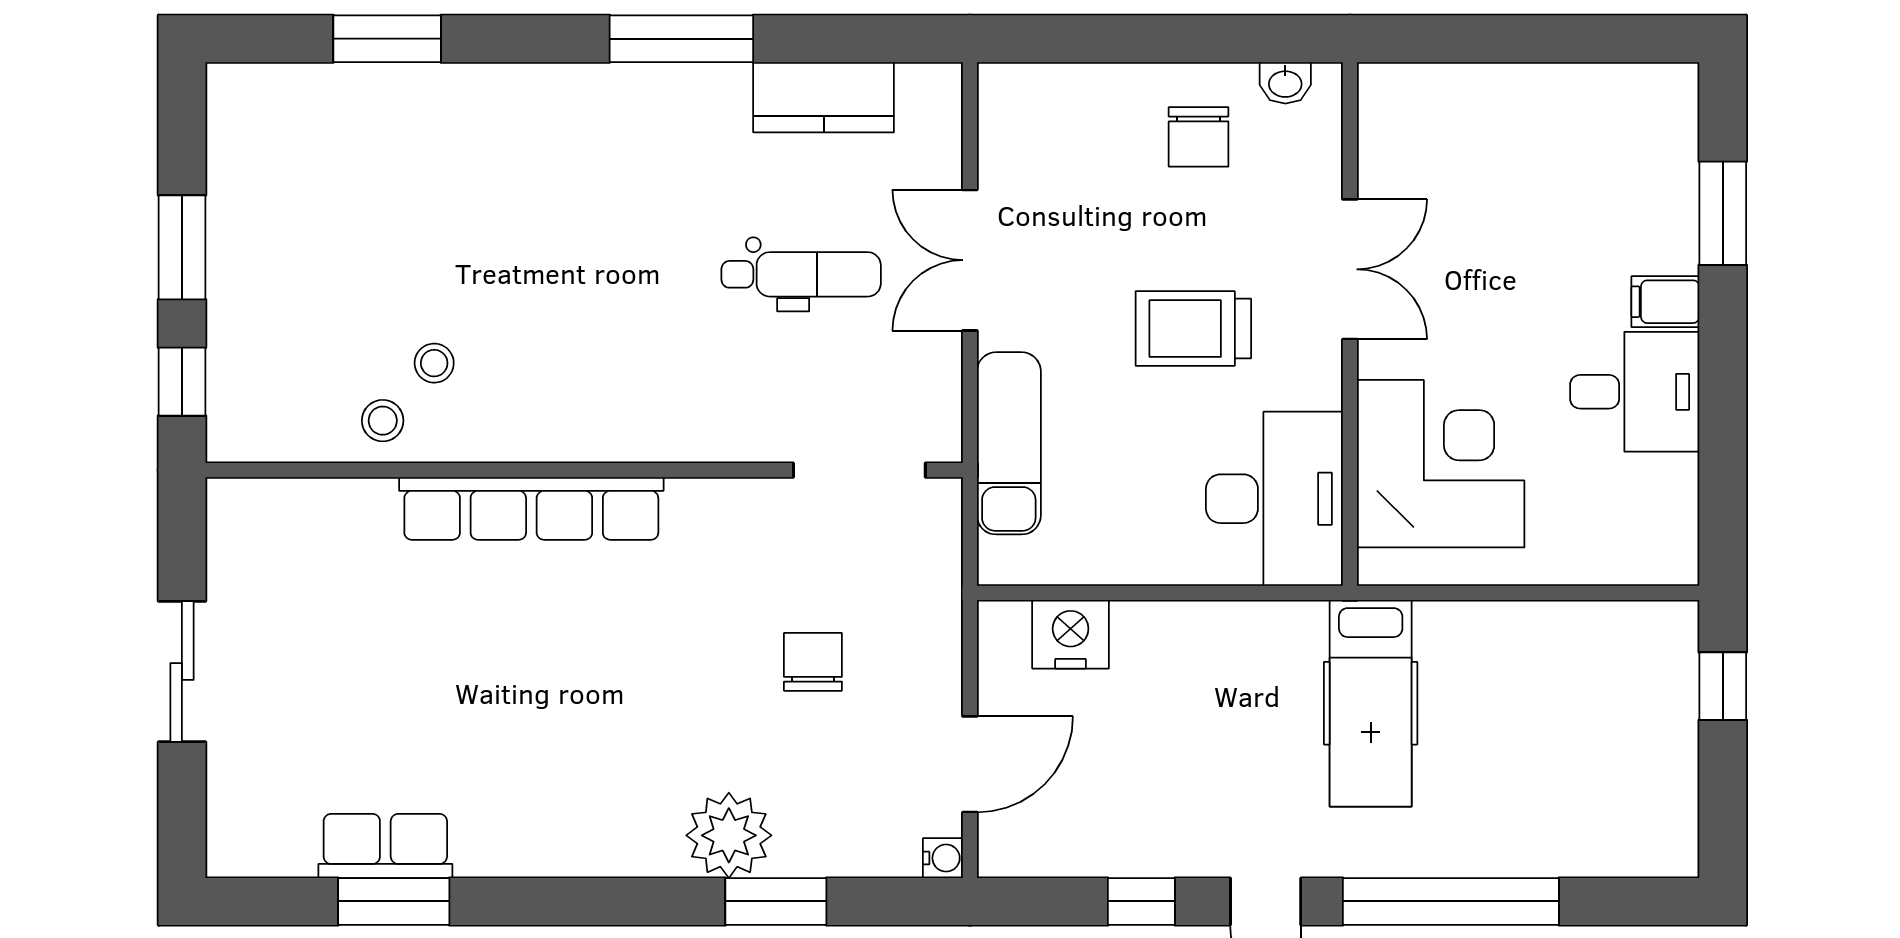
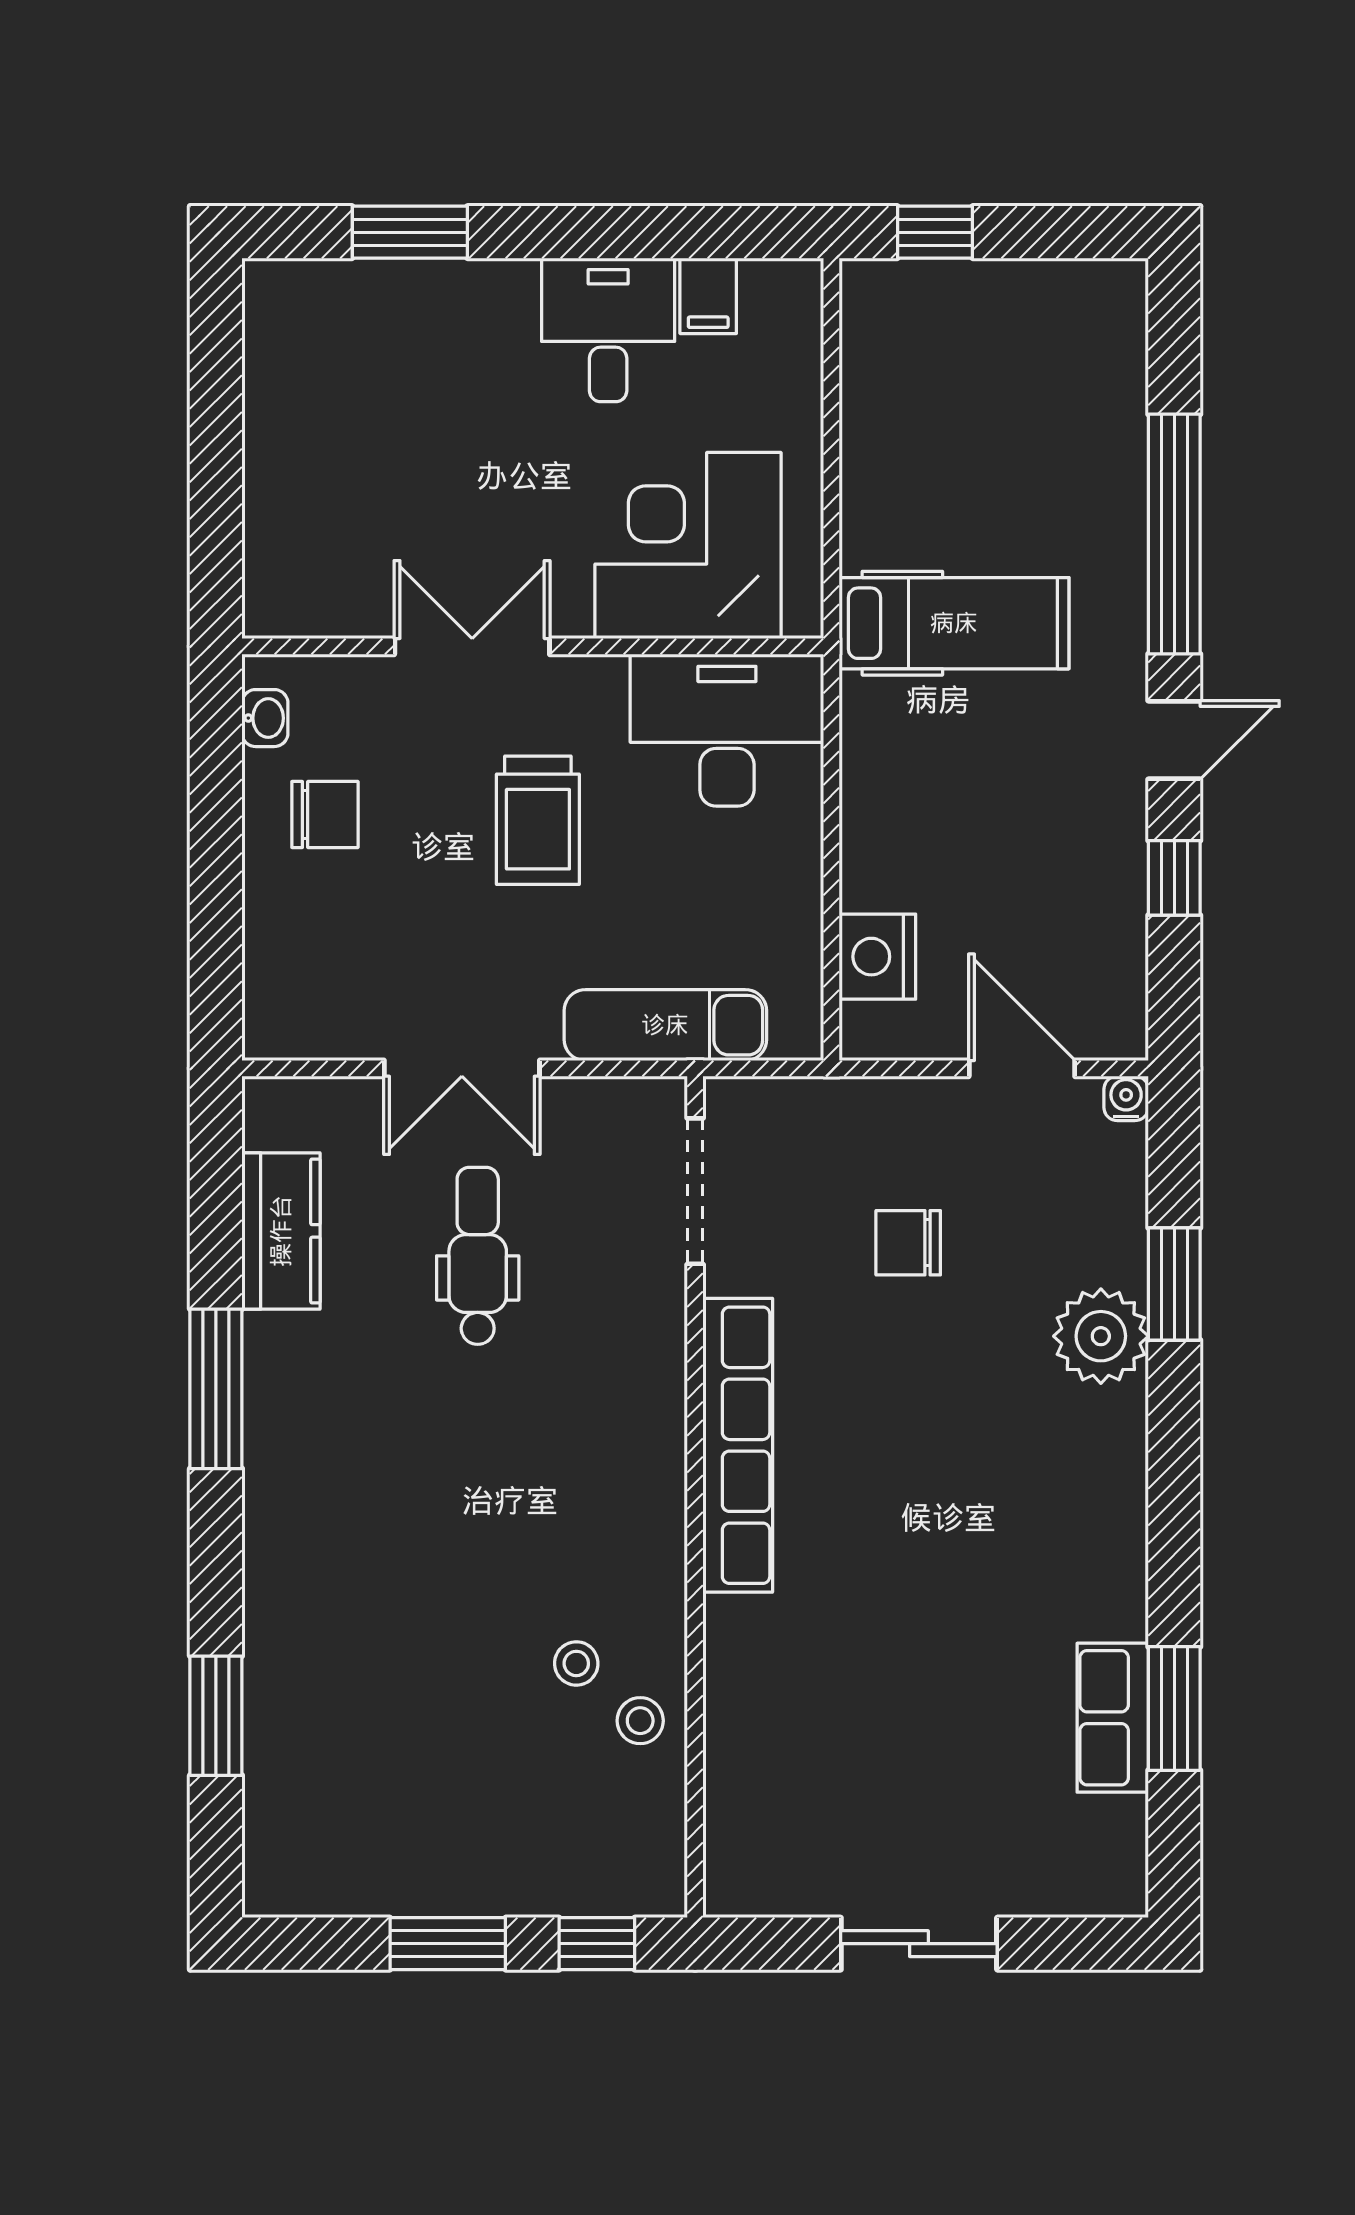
filing cabinet: (1665, 302) -> (708, 296), moved
row of seats: (531, 508) -> (738, 1445), moved

